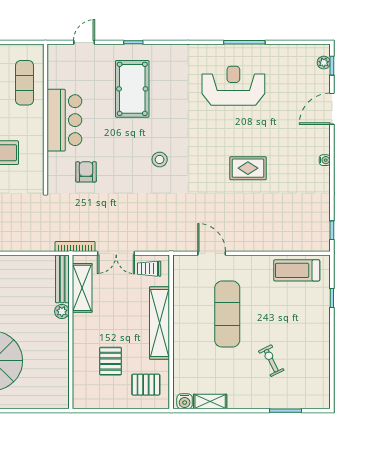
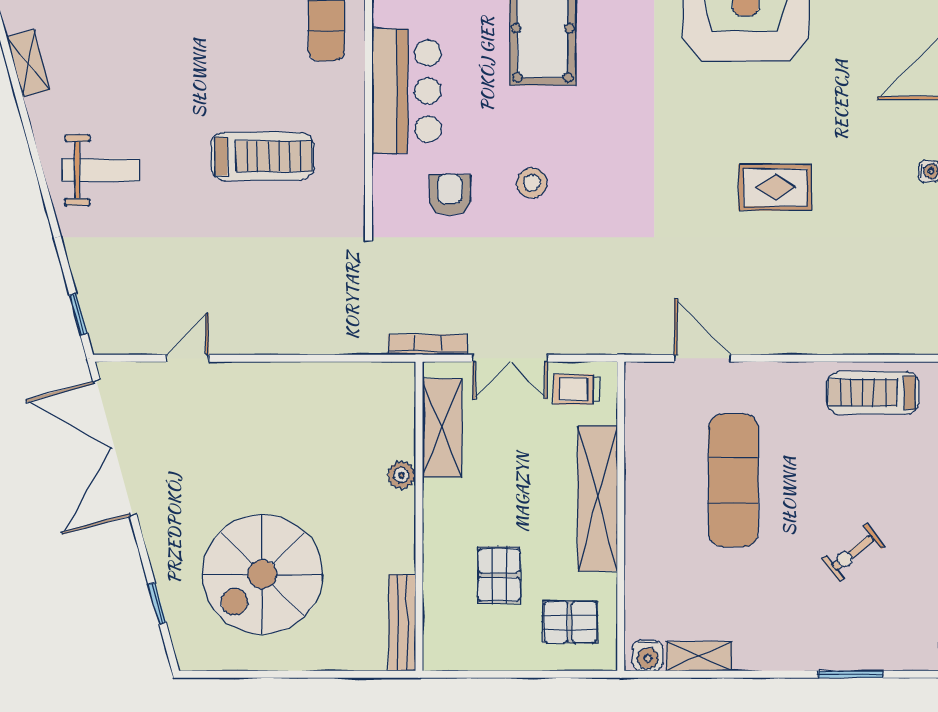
stool: (160, 160) -> (532, 183), moved
bench: (62, 279) -> (402, 623), moved
exercise bike: (271, 361) -> (853, 553), moved, turned -102

